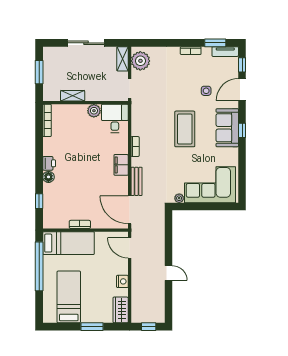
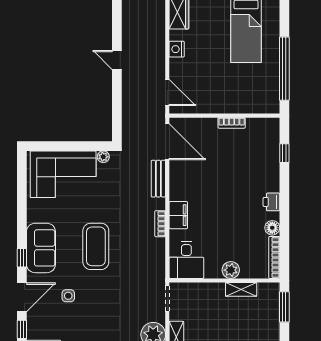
window: (39, 72) -> (284, 307), moved
plant: (94, 111) -> (231, 270), moved
window: (242, 130) -> (22, 258), moved
filing cabinet: (121, 165) -> (178, 215), moved
floor lamp: (48, 177) -> (272, 228), moved
bed: (69, 243) -> (246, 99), removed

